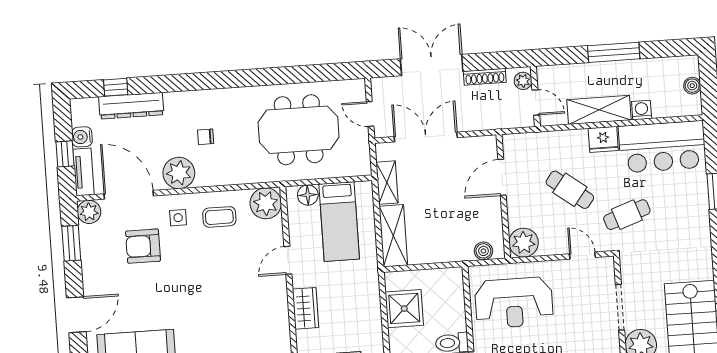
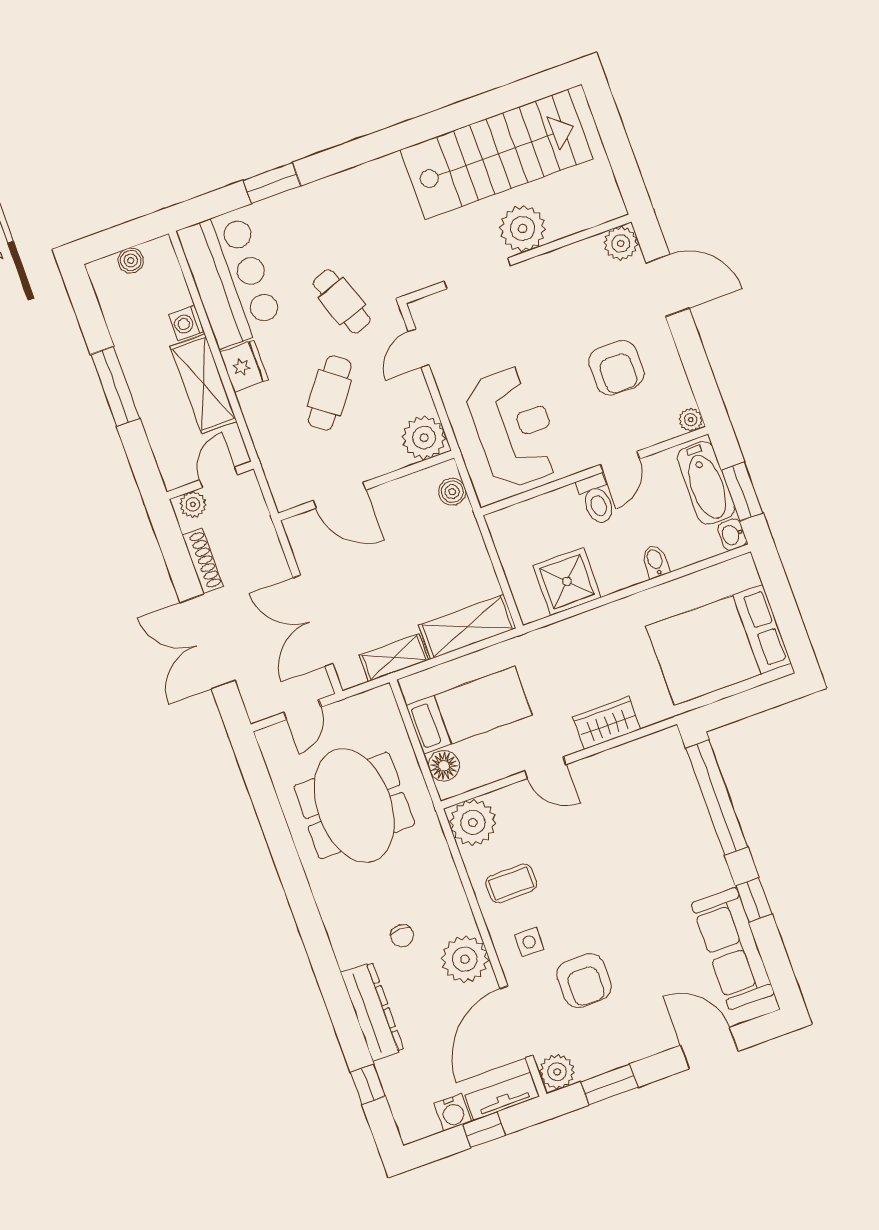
dresser: (131, 106) -> (372, 1012), moved
coffee table: (219, 217) -> (511, 883), turned 90

